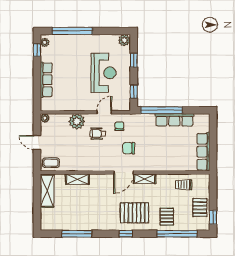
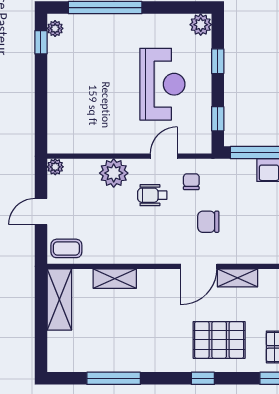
row of seats: (46, 80) -> (58, 97), removed
door: (37, 143) -> (41, 212), hinge flipped

